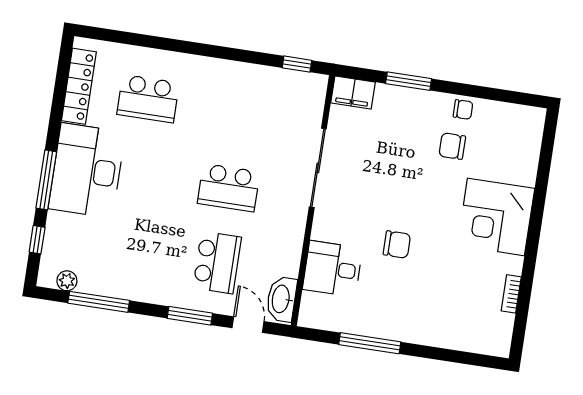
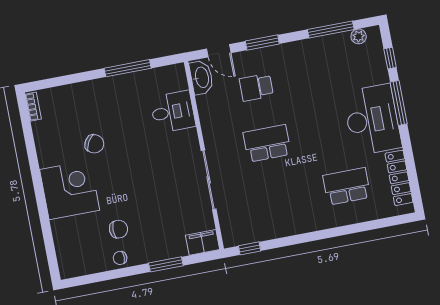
chair: (397, 244) -> (94, 144), moved, turned -151
school desk: (217, 263) -> (256, 87), width x0.54
bookcase: (511, 294) -> (33, 107), moved

